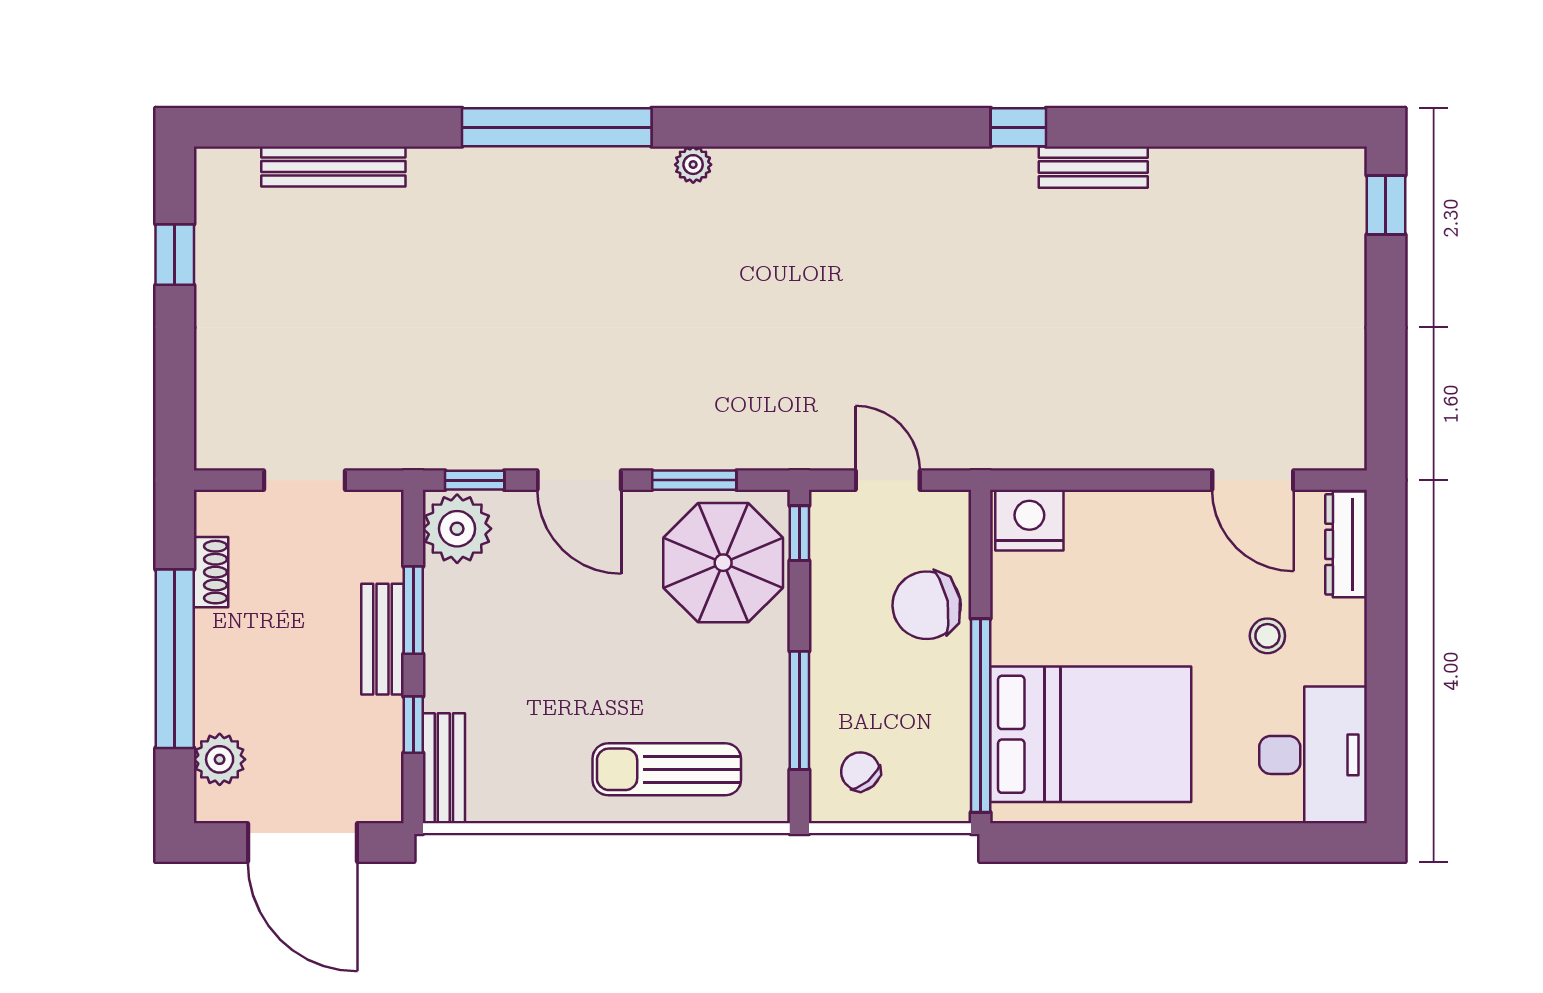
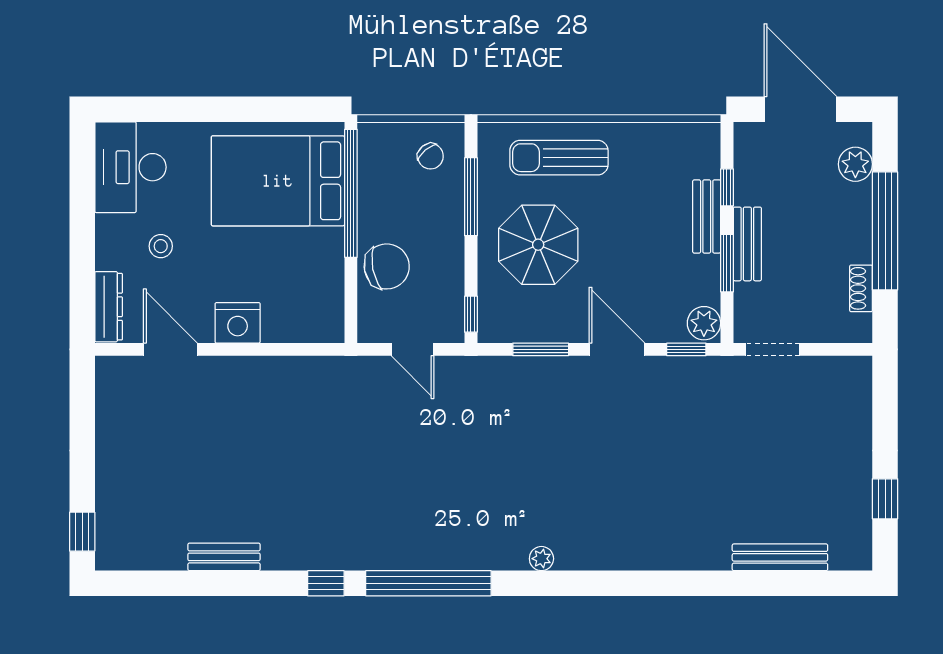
window: (557, 127) -> (428, 583), moved
bench: (1093, 167) -> (224, 557), moved
doorway: (305, 480) -> (773, 349), moved
nightstand: (1029, 520) -> (238, 323), moved
plant: (457, 529) -> (704, 323), width x0.73, depth x0.73
parasol: (723, 563) -> (538, 245), moved
bench: (444, 768) -> (707, 216), moved
sun lounger: (667, 769) -> (559, 158), turned 180

